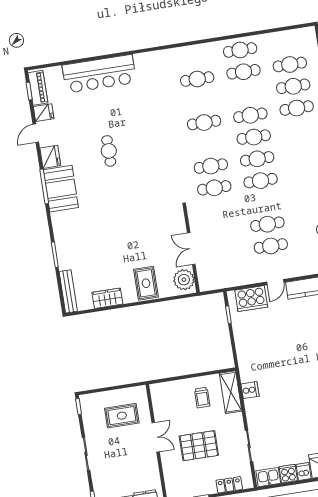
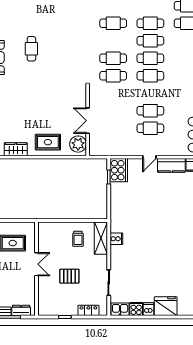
cafe table: (109, 151) -> (31, 49), moved
rug: (146, 283) -> (48, 142), turned 90
cooker: (251, 299) -> (119, 170), moved, turned -90
pallet: (199, 446) -> (69, 276), width x0.67, depth x0.71

